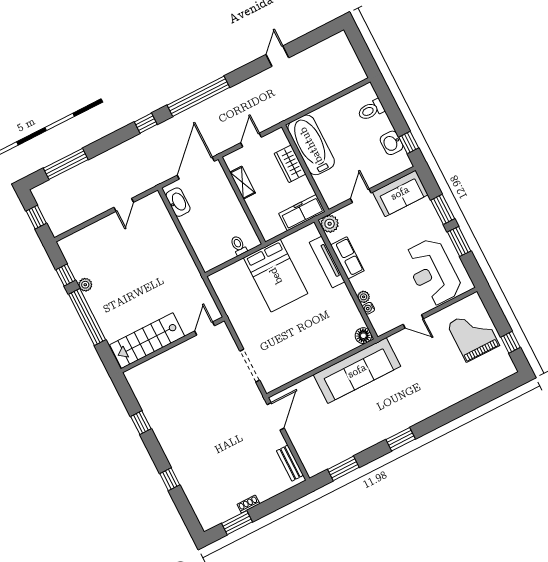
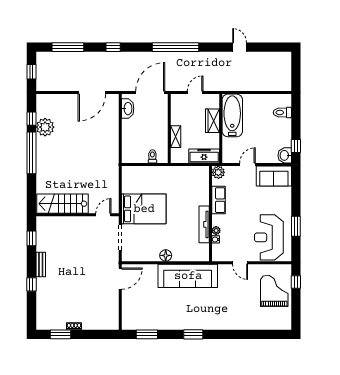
door: (277, 56) -> (240, 47), hinge flipped
window: (146, 123) -> (113, 47), moved
washbasin: (392, 143) -> (285, 155), moved
shelving: (243, 183) -> (176, 137), moved
door: (124, 205) -> (92, 93), width x1.87
window: (443, 209) -> (296, 200), removed
tv unit: (327, 262) -> (204, 224), moved
bed: (276, 276) -> (144, 209), moved, turned -90
plant: (85, 285) -> (45, 127), width x1.87, depth x1.87
door: (205, 328) -> (103, 215), moved
floor lamp: (363, 336) -> (166, 255), moved
stairs: (147, 341) -> (62, 204), moved
window: (510, 342) -> (296, 282), moved
wall: (173, 345) -> (77, 215), moved
bench: (290, 463) -> (41, 265), moved

